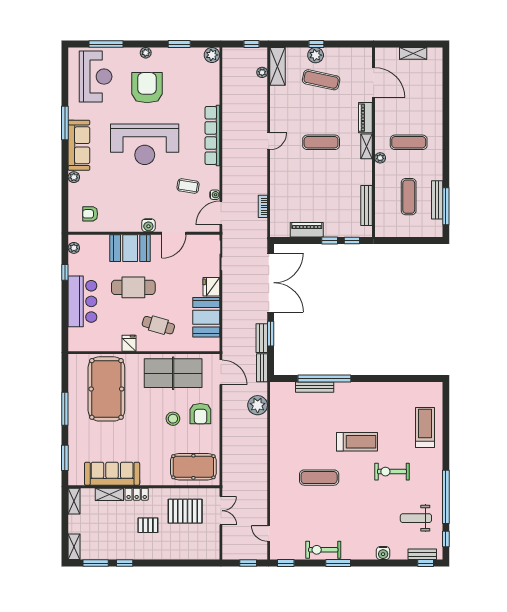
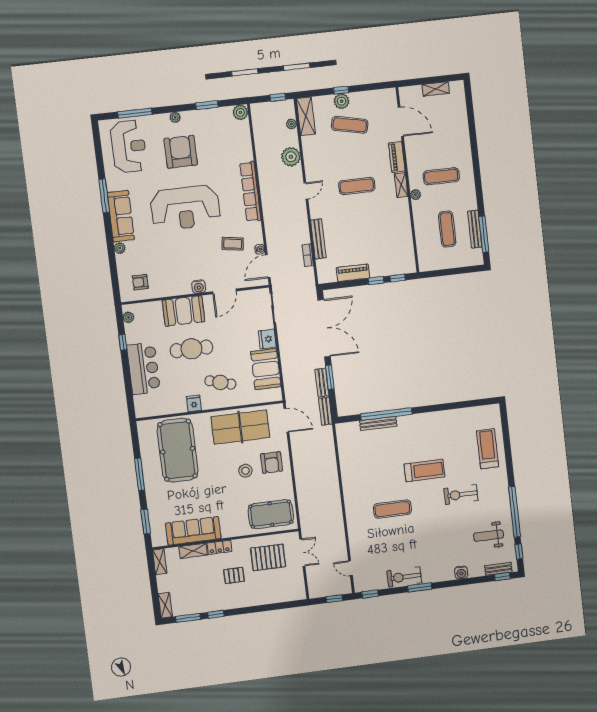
bench: (367, 205) -> (318, 239), moved
plant: (258, 405) -> (291, 157), moved

